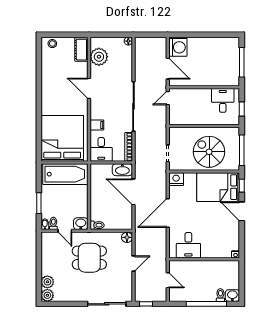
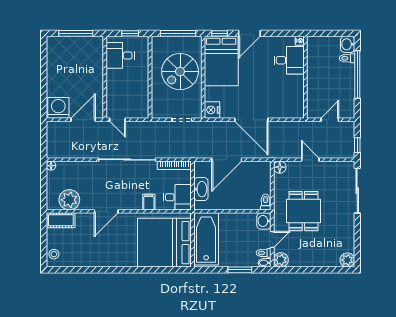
washbasin: (122, 170) -> (201, 189), moved
desk: (188, 245) -> (289, 60), moved
plant: (47, 282) -> (281, 260), moved

